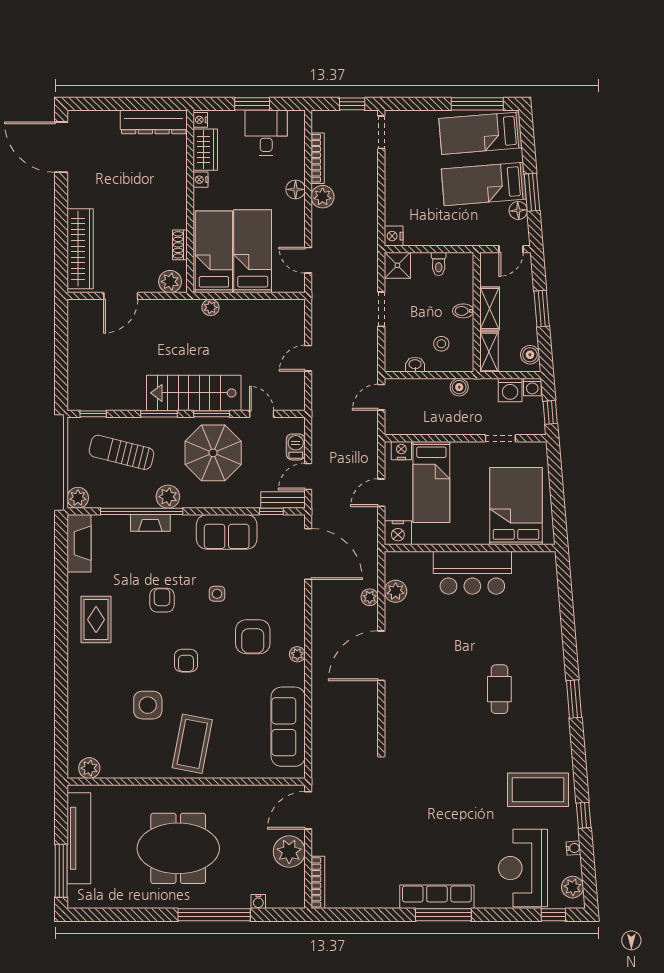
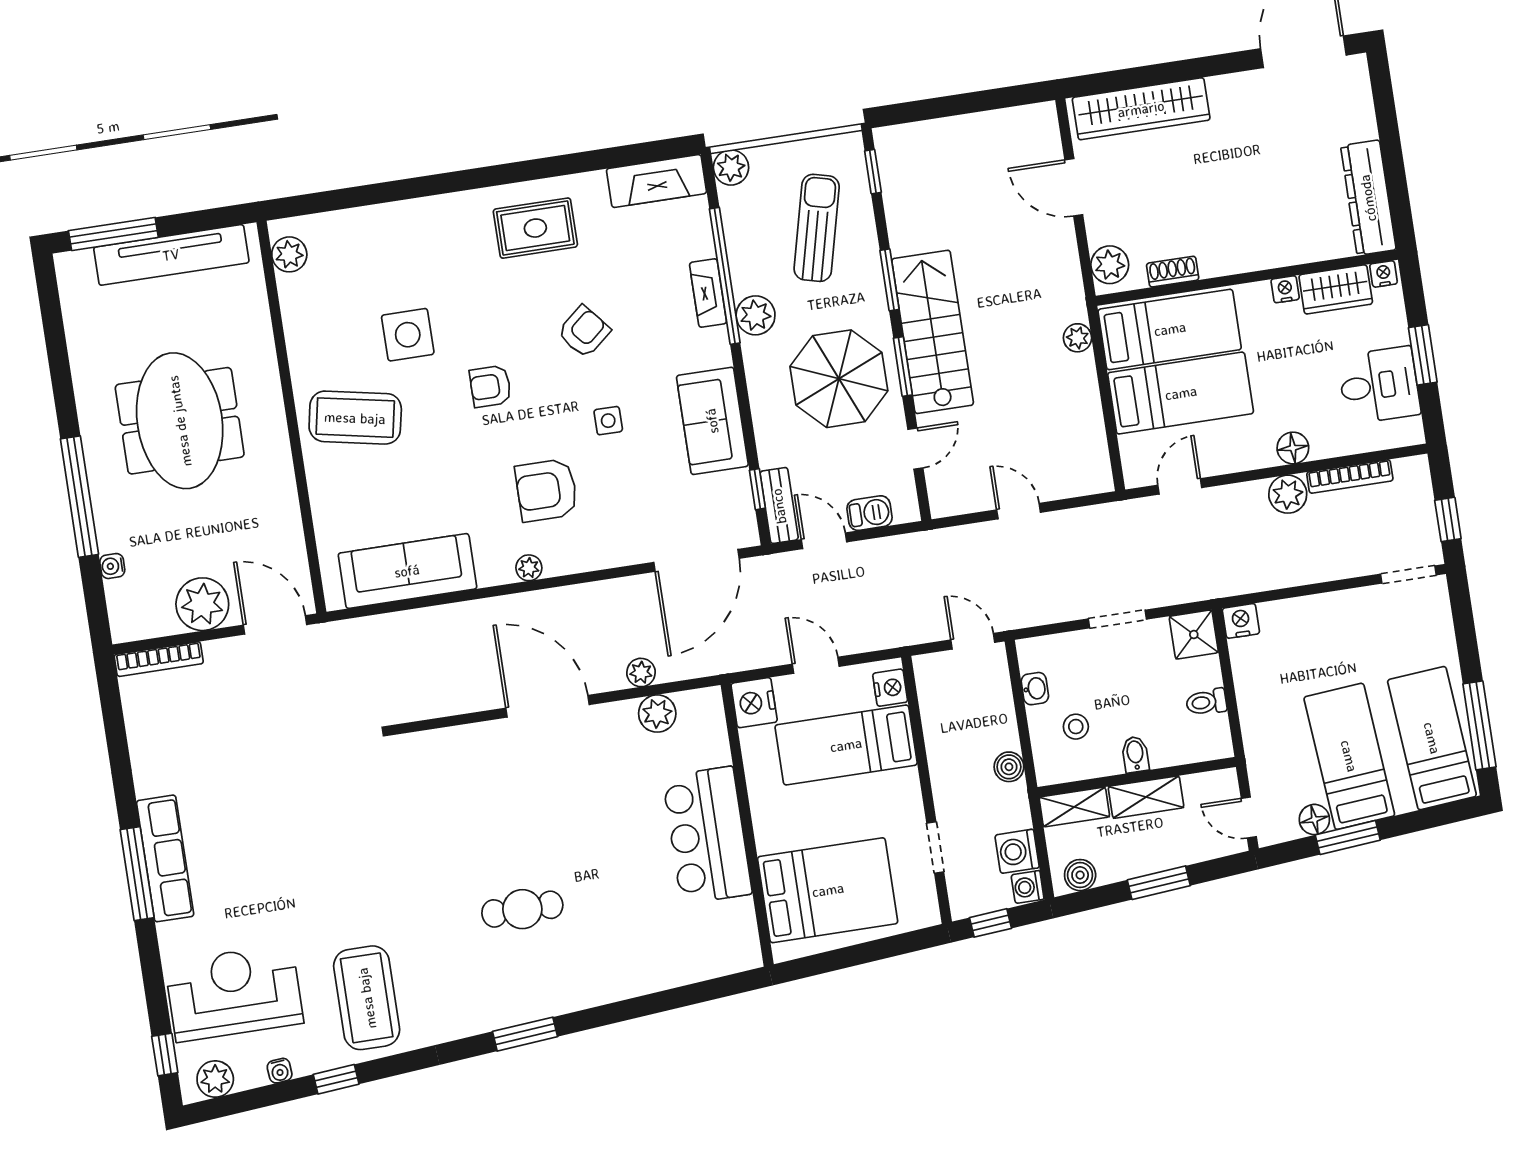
armchair: (162, 600) -> (584, 332), turned -40

